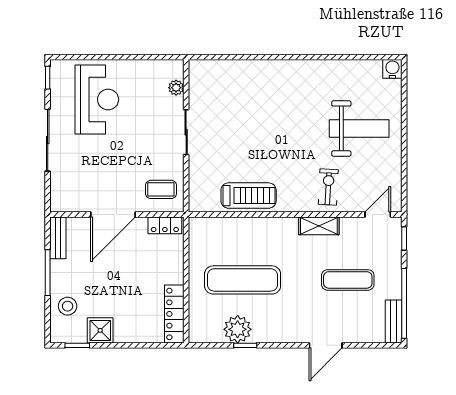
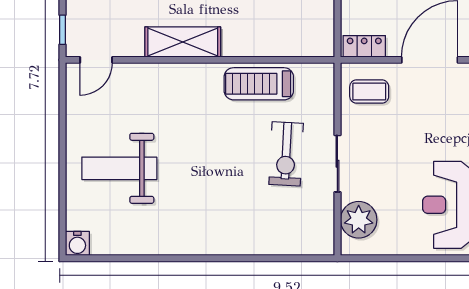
plant: (176, 88) -> (359, 220), width x1.88, depth x1.88
exercise bike: (328, 187) -> (286, 154), moved, width x1.38, depth x1.39
shelving: (319, 226) -> (183, 42), width x1.50, depth x1.33

